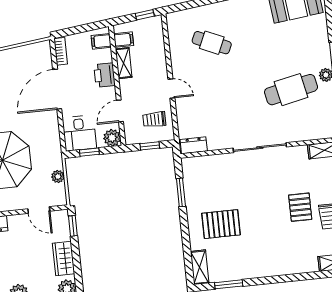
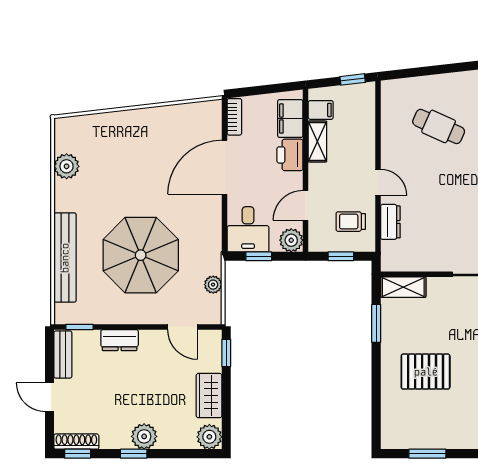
filing cabinet: (101, 41) -> (290, 119), width x2.00
dresser: (194, 145) -> (390, 222), moved, turned 90
shelving: (200, 267) -> (403, 287), moved, turned 90

